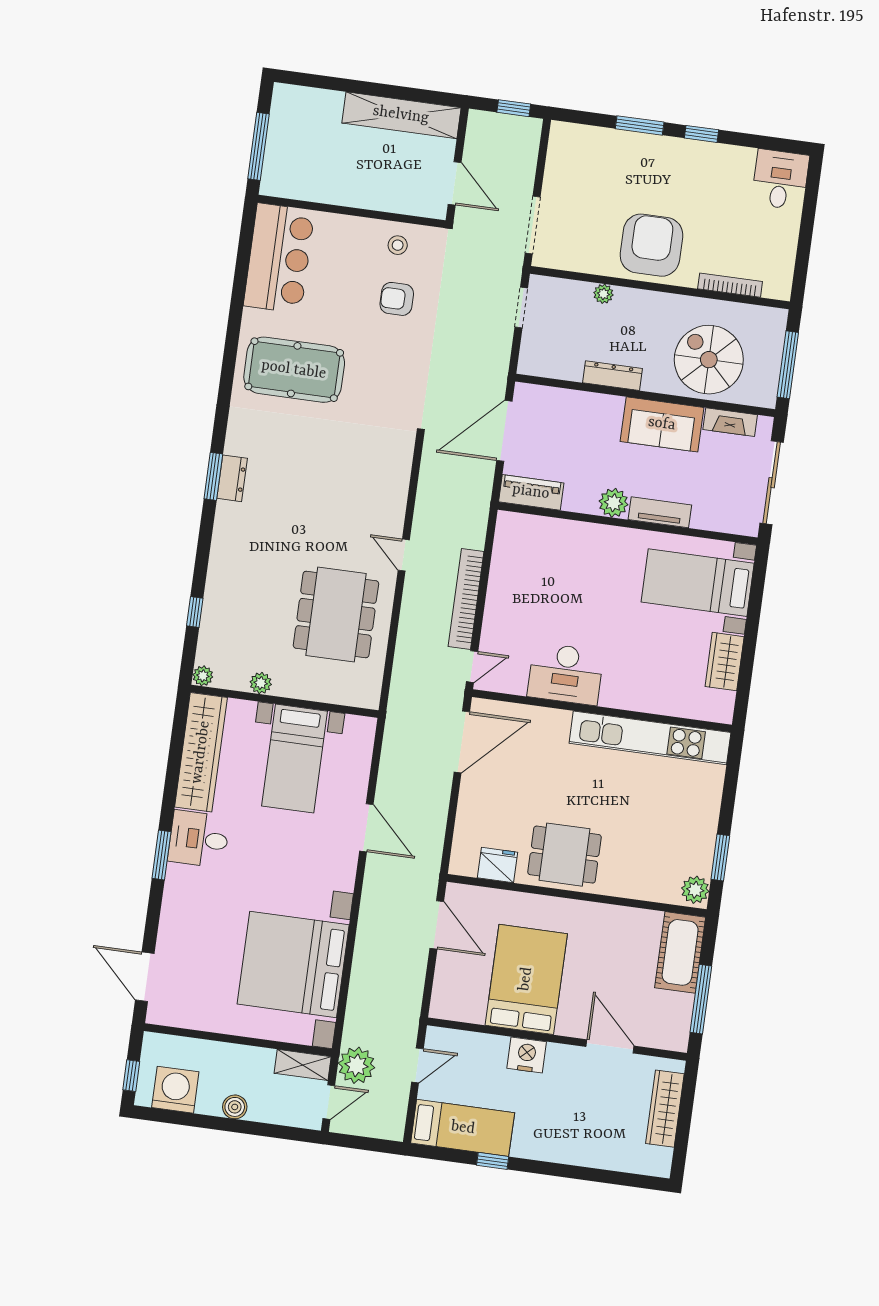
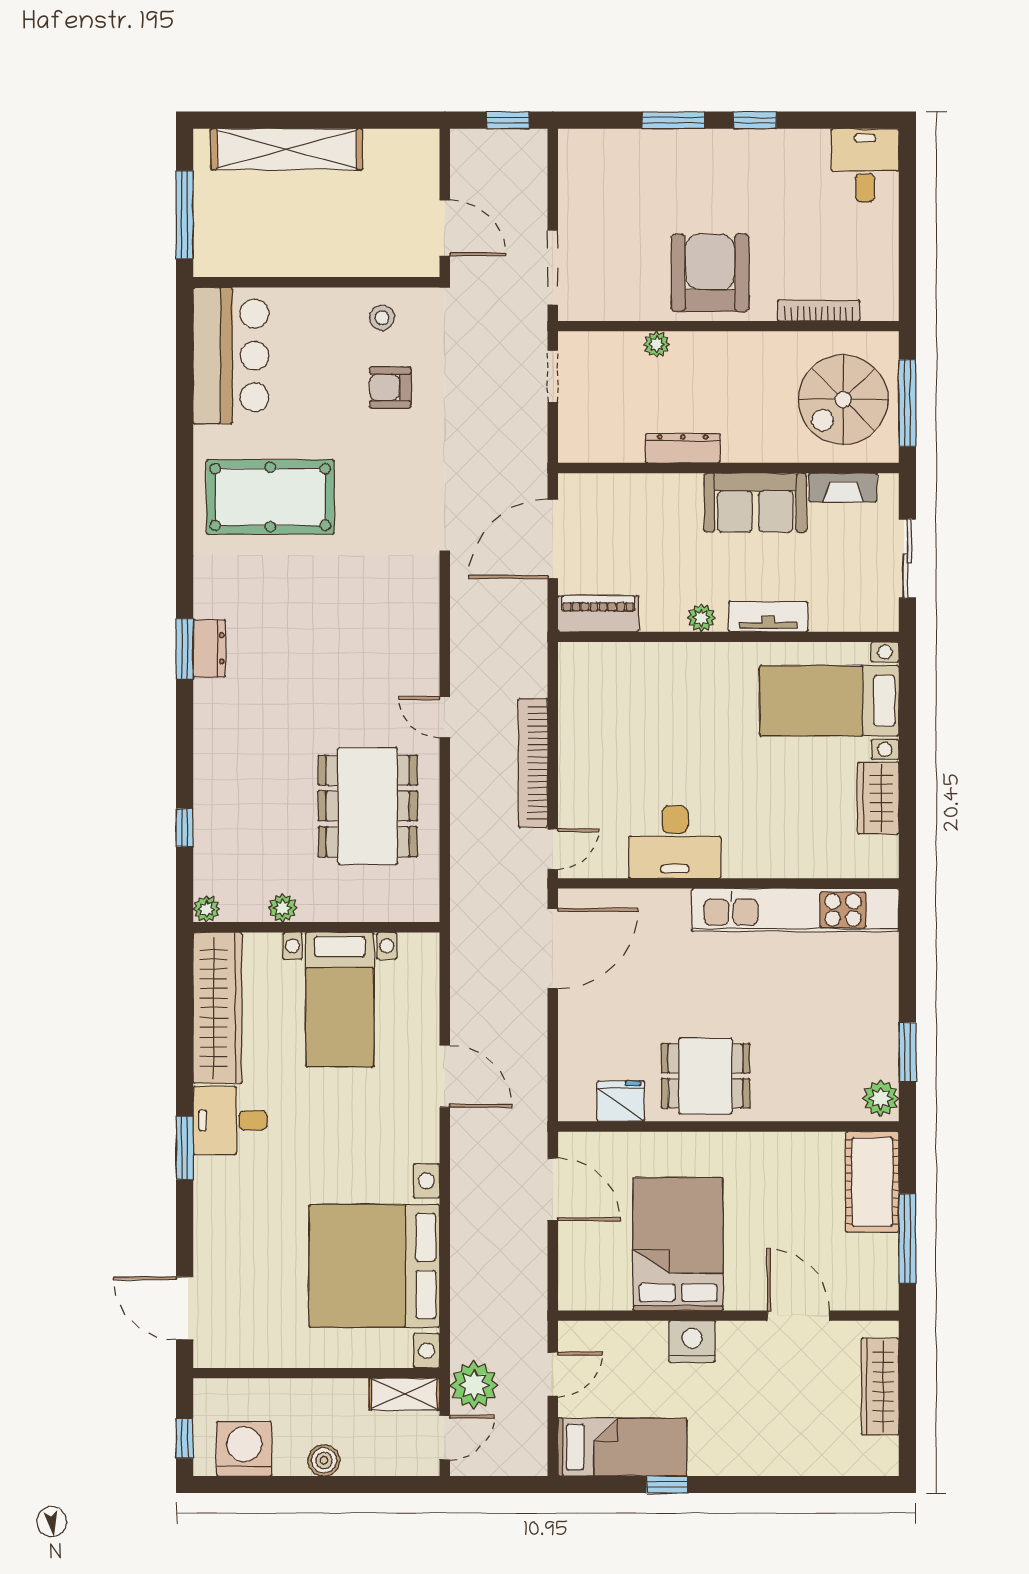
shelving: (401, 115) -> (287, 149), moved
spiral stairs: (709, 360) -> (843, 400), moved, turned -90
sliding door: (772, 483) -> (907, 558), width x0.73
plant: (614, 503) -> (701, 618), width x0.73, depth x0.73

